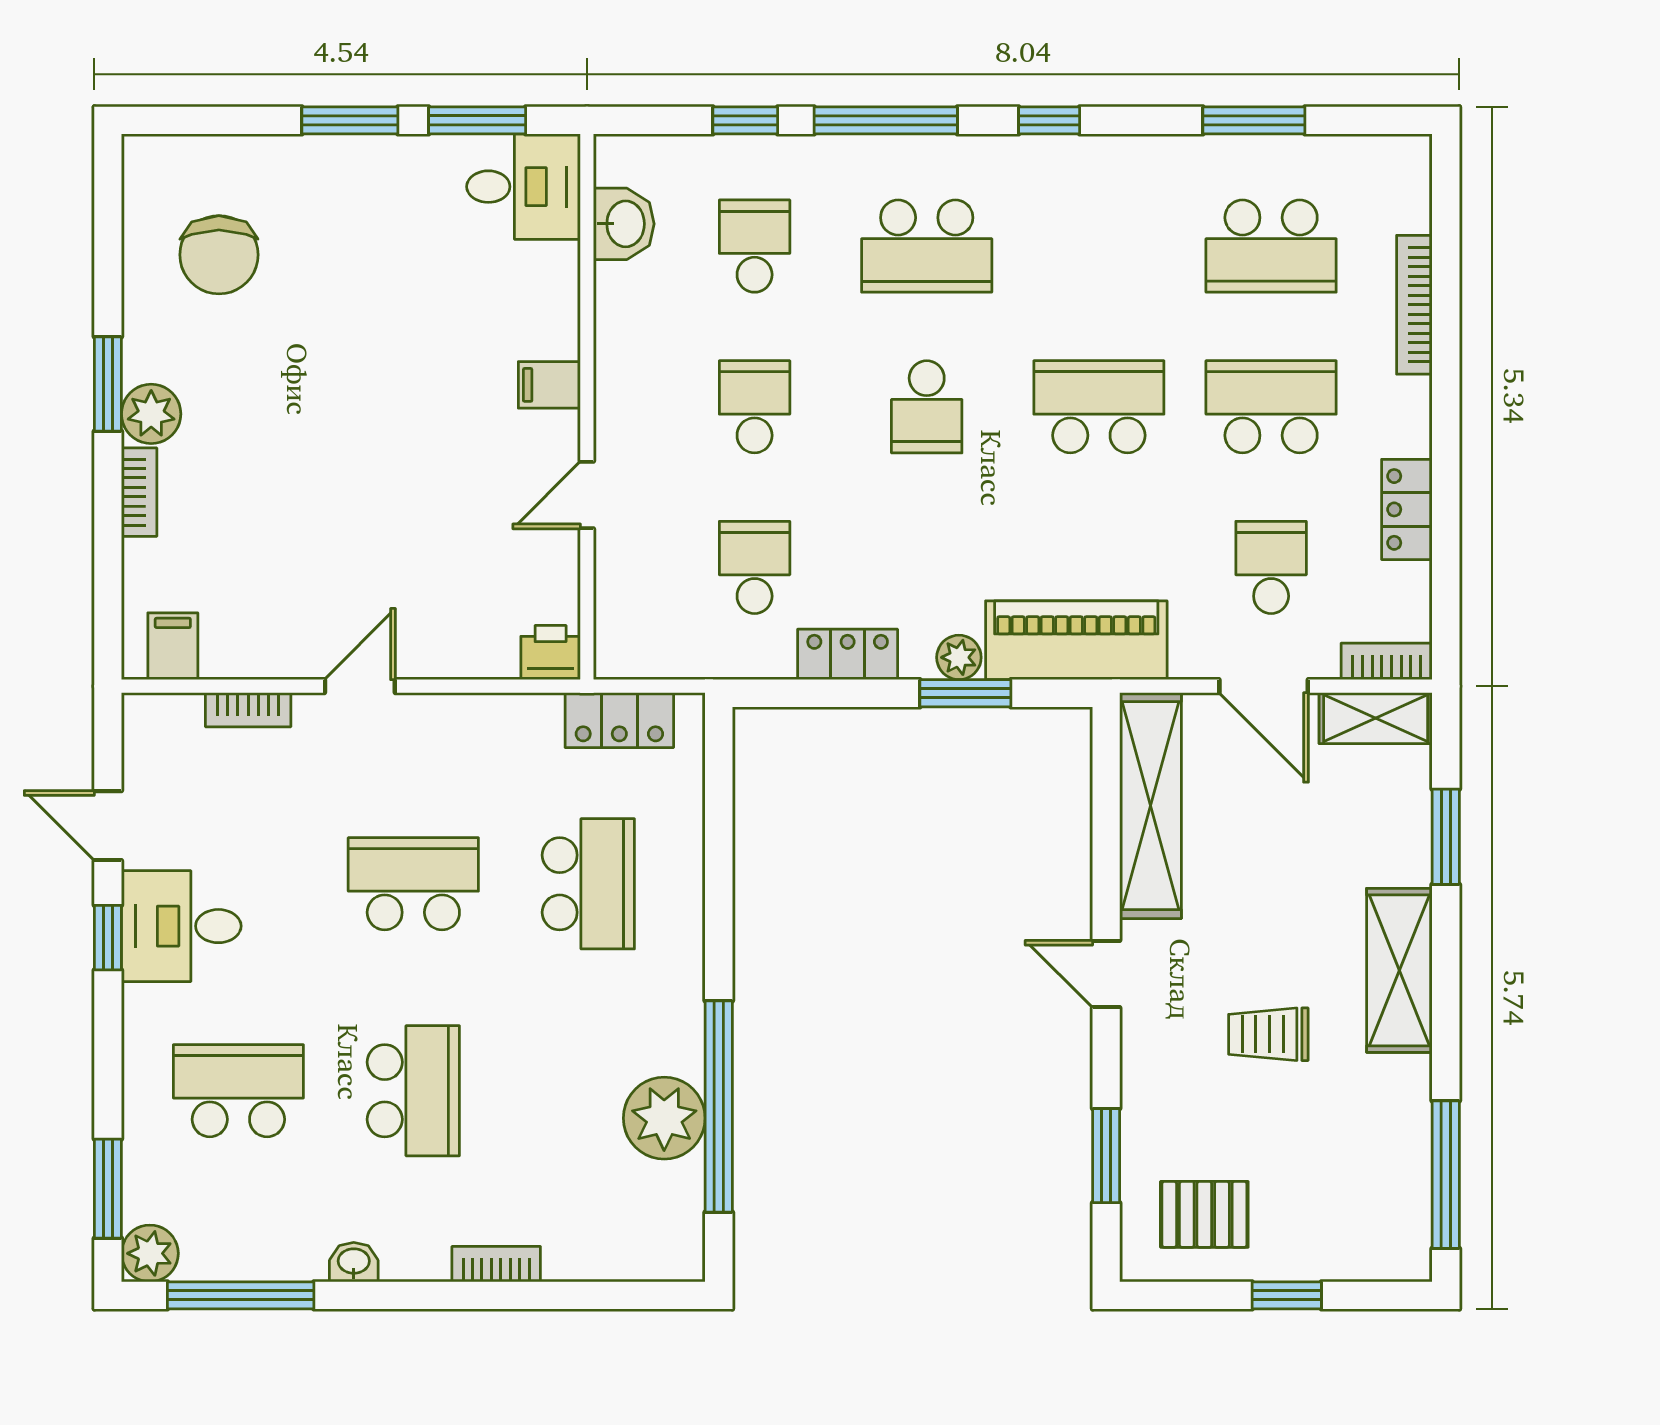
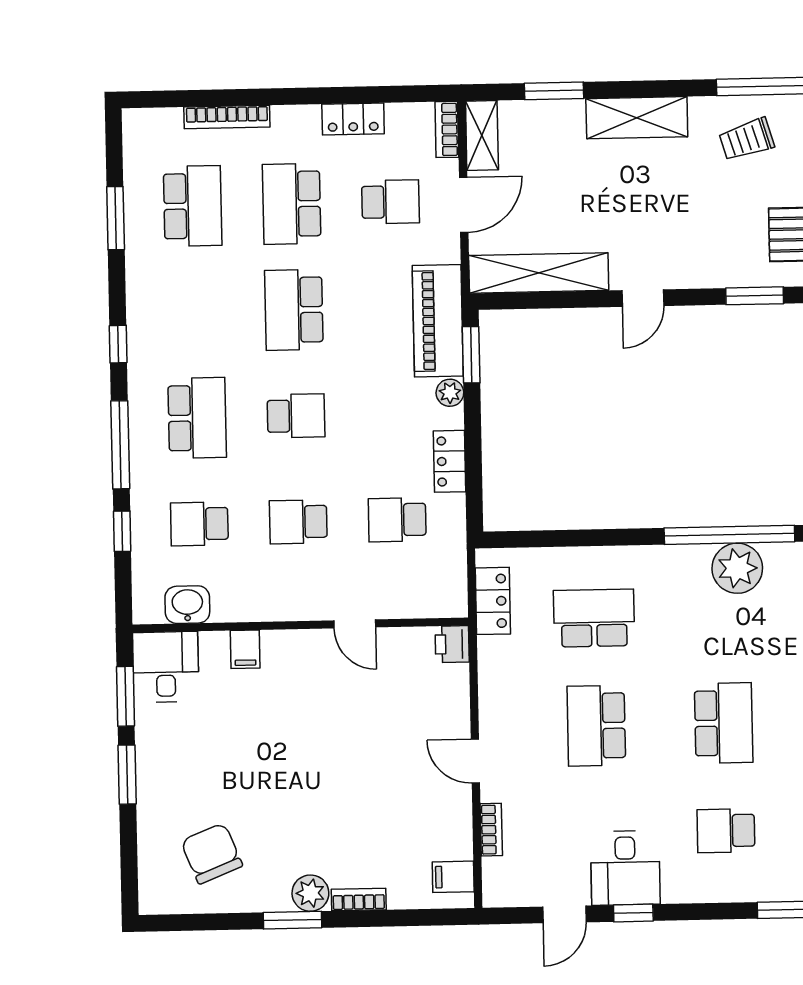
chair: (219, 255) -> (212, 853), turned -112
filing cabinet: (549, 385) -> (245, 649), moved
school desk: (1271, 567) -> (390, 202), turned 180
window: (965, 693) -> (471, 355), moved
trolley: (1268, 1034) -> (747, 139), moved, turned 73
school desk: (238, 1091) -> (726, 831), width x0.54
school desk: (413, 1091) -> (724, 723), turned 90

